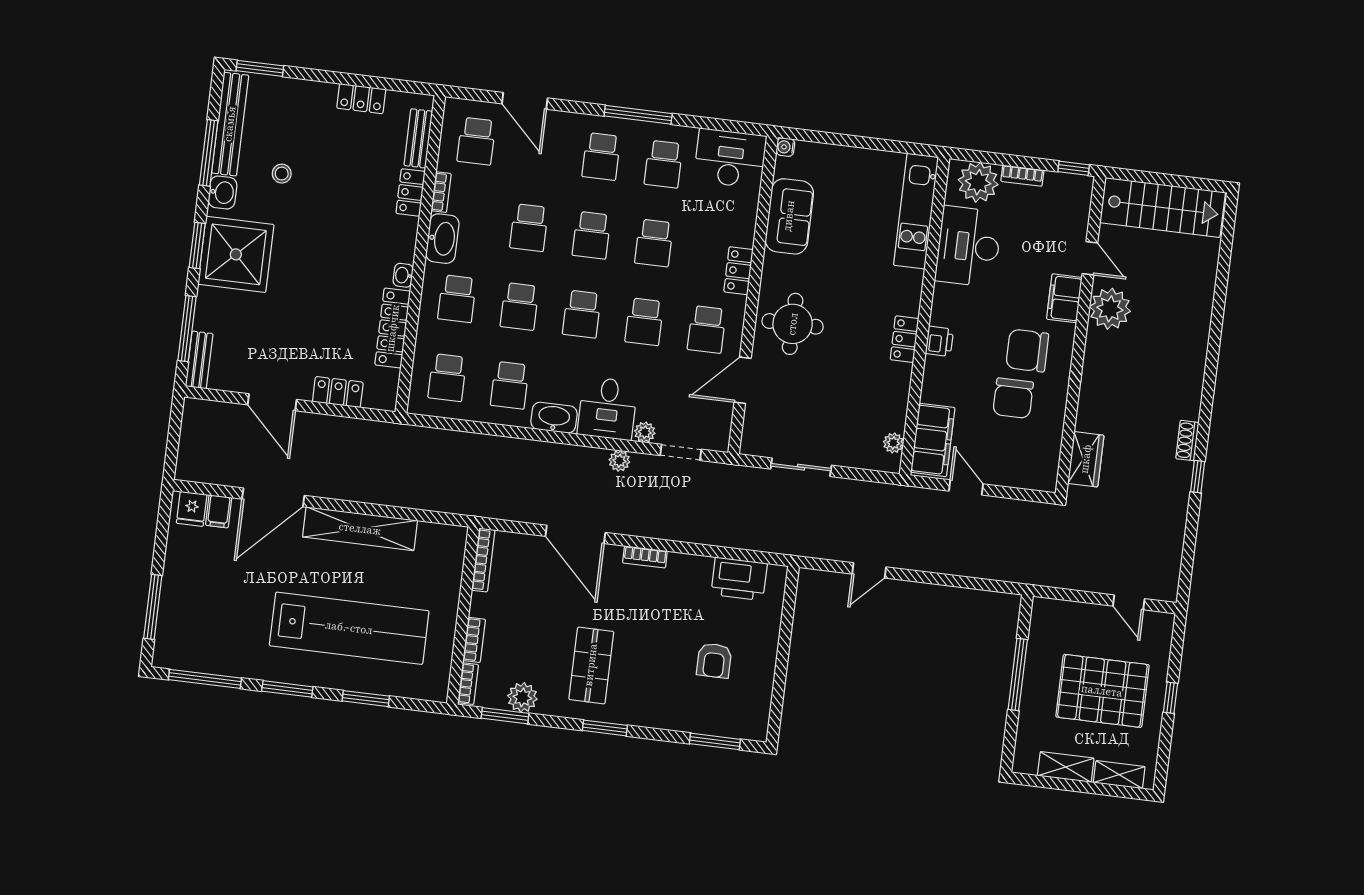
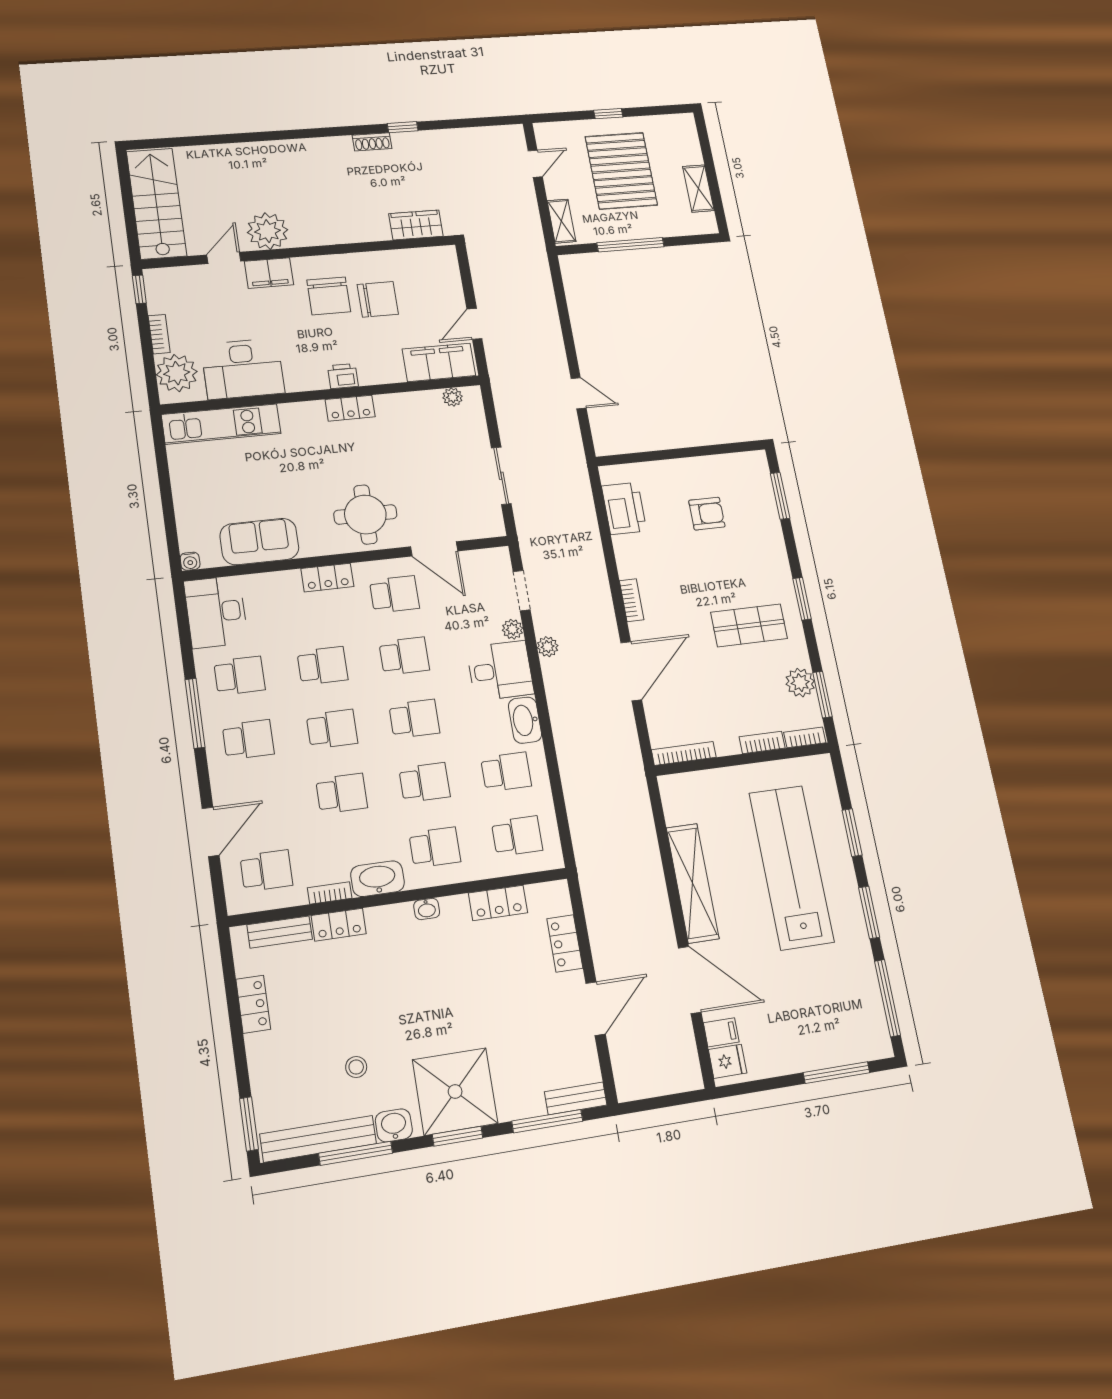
locker: (393, 328) -> (498, 903), width x0.66
shelving: (1119, 775) -> (561, 221), moved

